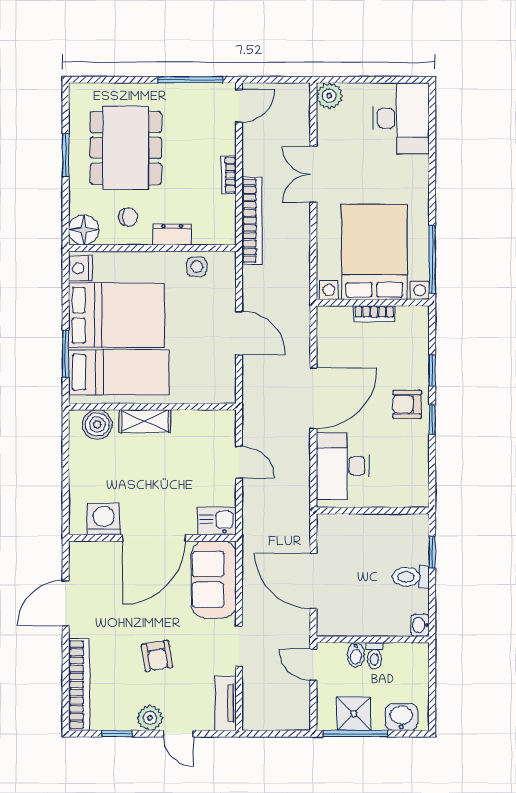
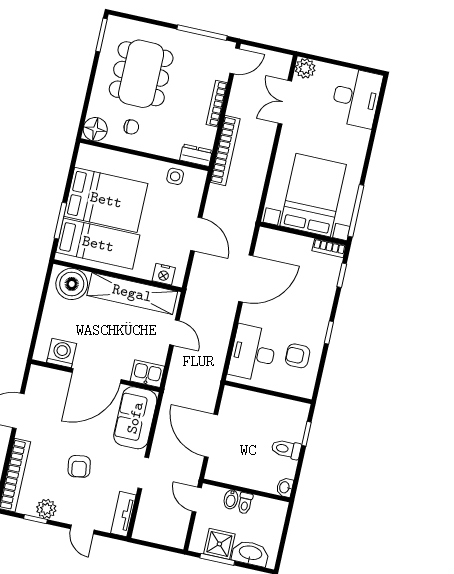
window: (66, 155) -> (102, 35), moved
double door: (313, 174) -> (285, 102), moved
bookcase: (229, 175) -> (217, 104), width x1.56
dresser: (172, 234) -> (196, 155), moved
nightstand: (80, 268) -> (164, 274), moved, turned -90
bookcase: (374, 314) -> (329, 248), moved
window: (432, 370) -> (342, 275), moved
door: (313, 398) -> (246, 278), moved
armchair: (407, 404) -> (298, 356), moved
shelving: (145, 421) -> (132, 293), width x2.20, depth x1.33
boiler: (97, 424) -> (72, 284), width x1.37, depth x1.37
washbasin: (401, 717) -> (250, 553), width x1.38
plant: (150, 718) -> (46, 509), moved
window: (355, 734) -> (217, 559), width x0.69

